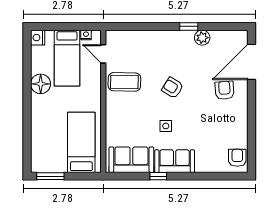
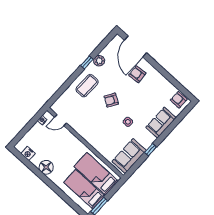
nightstand: (38, 38) -> (28, 154), moved
bed: (67, 58) -> (84, 189), moved, turned 180
coffee table: (124, 82) -> (87, 86), moved
sofa: (175, 161) -> (161, 123), moved

